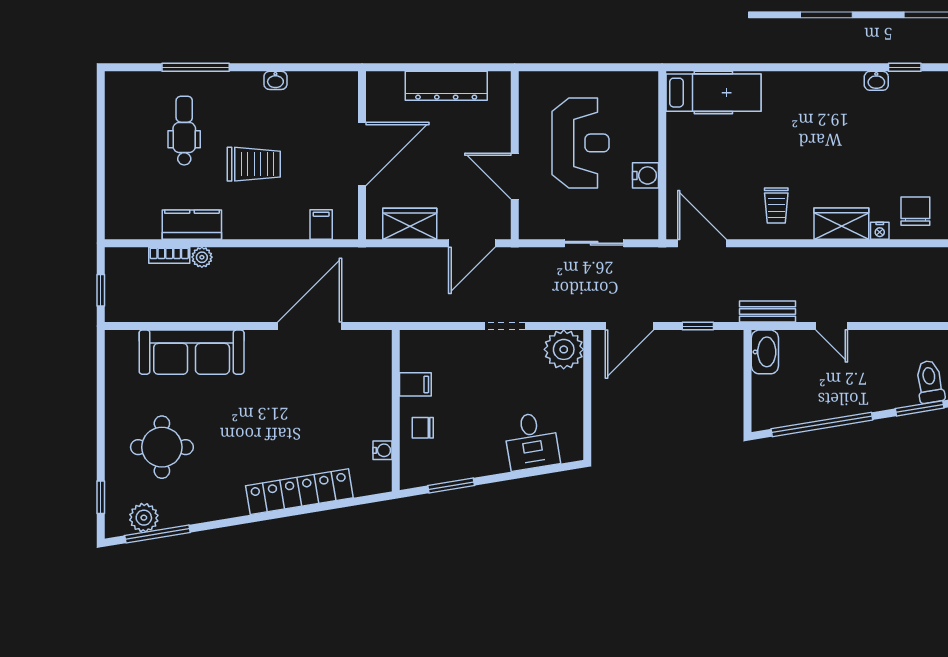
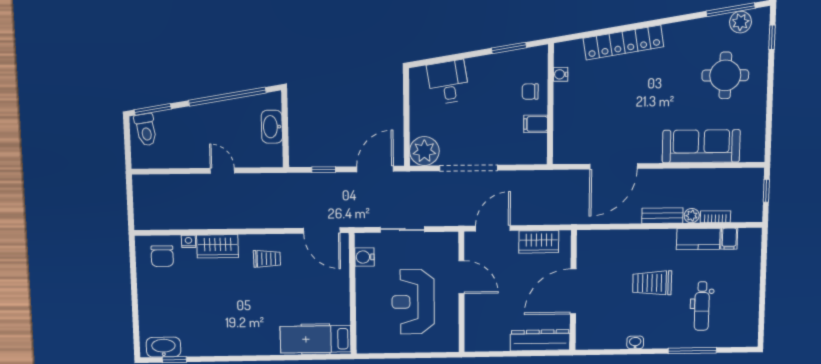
washbasin: (876, 81) -> (163, 347), moved, width x1.91, depth x1.45
dresser: (446, 86) -> (540, 340), moved
water cooler: (645, 175) -> (364, 257), moved
trolley: (776, 206) -> (267, 259), turned 90
filing cabinet: (321, 225) -> (729, 239), moved
bench: (767, 312) -> (662, 216), moved
doorway: (505, 326) -> (469, 168), width x1.88
washbasin: (765, 352) -> (272, 127), moved
chair: (423, 428) -> (530, 92), turned 180

